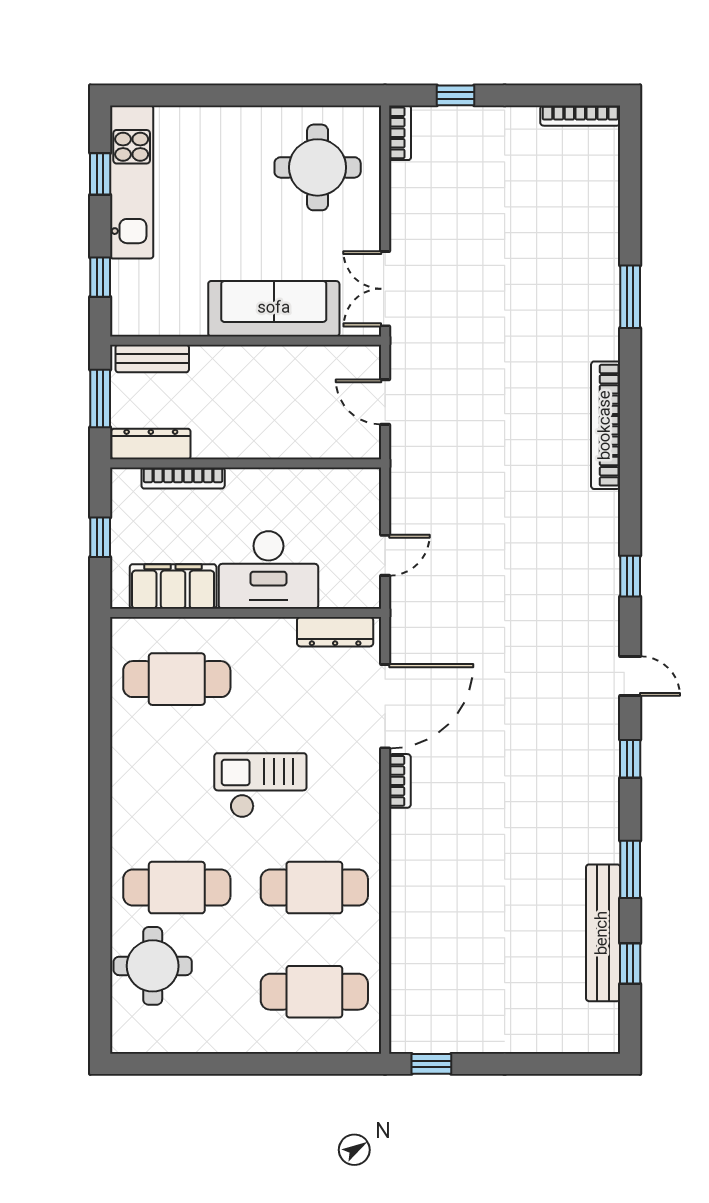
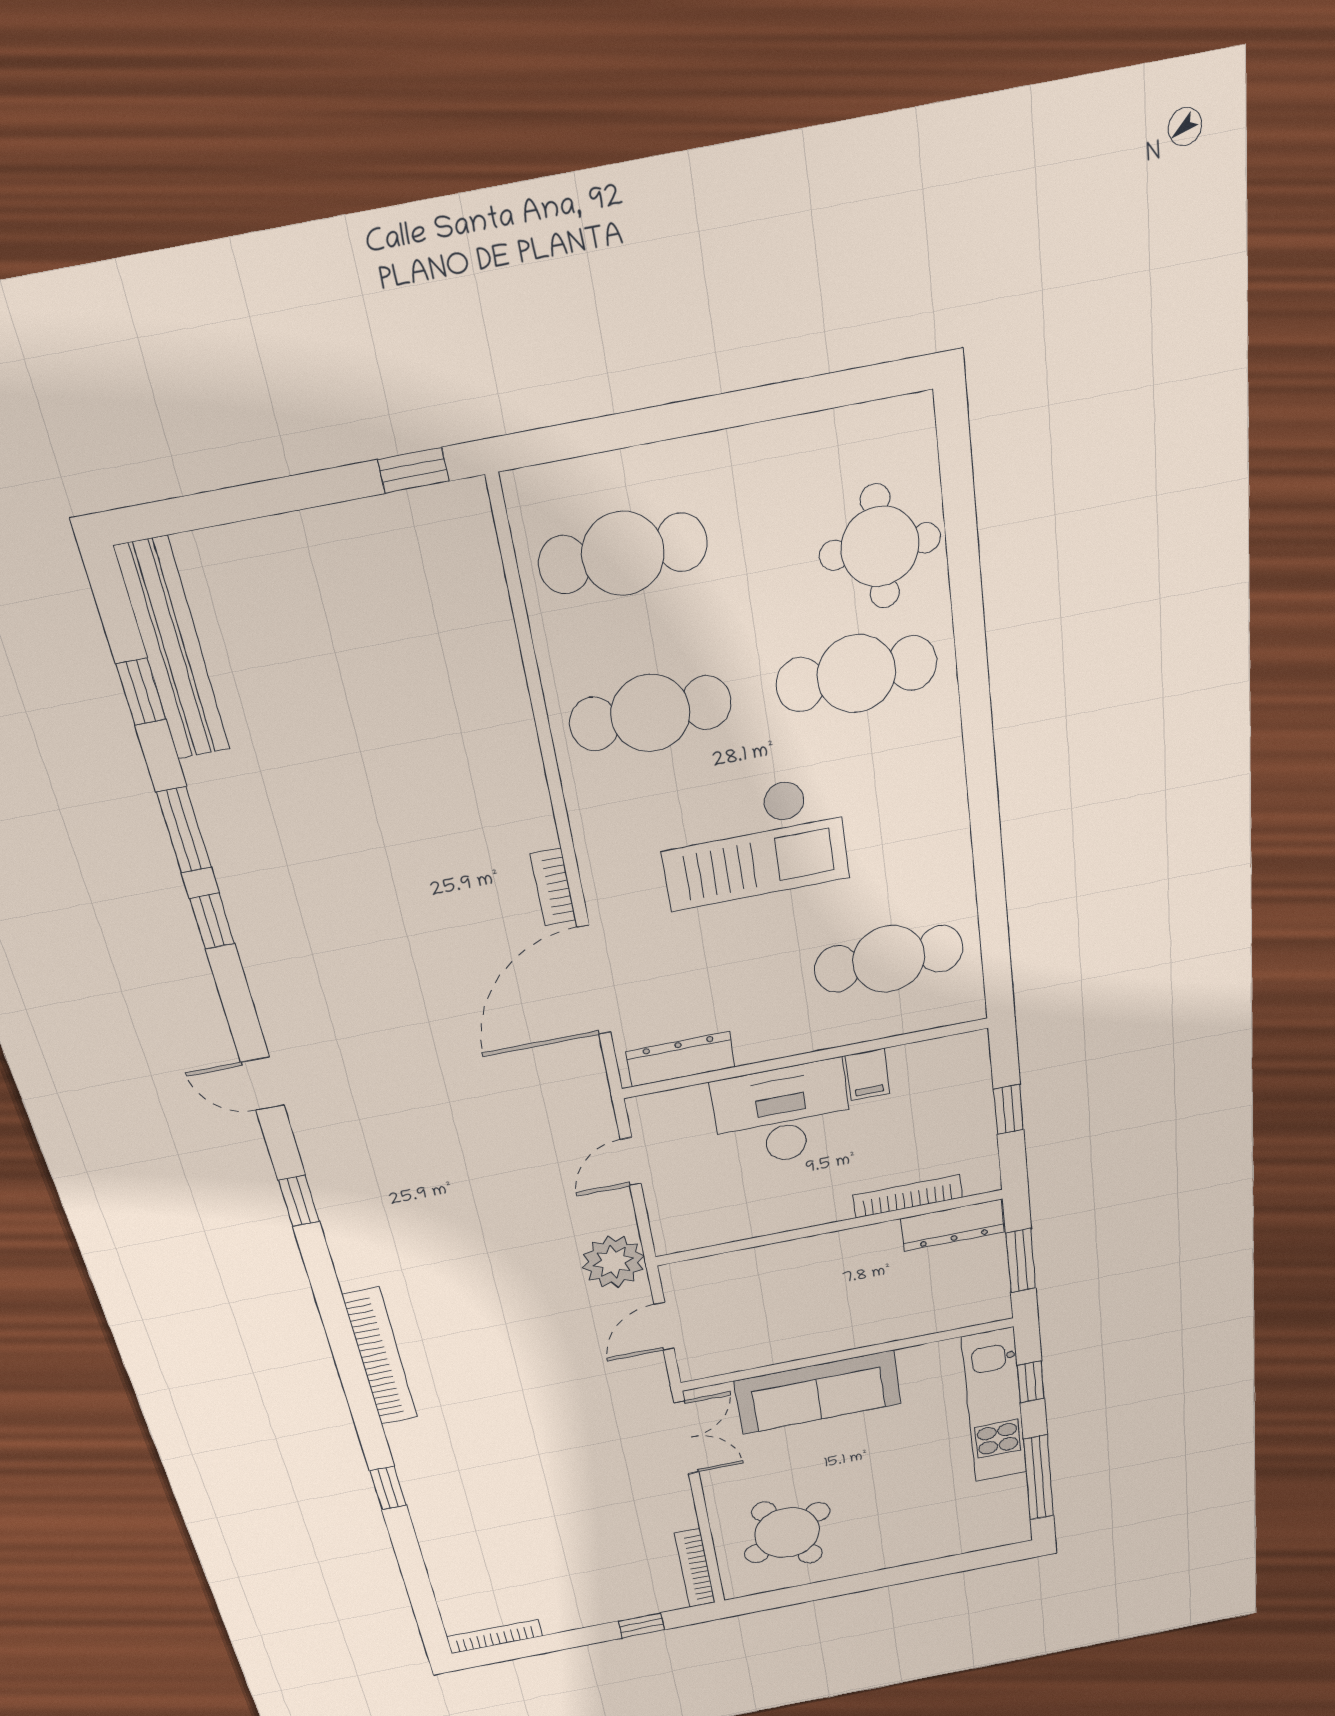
bookcase: (400, 133) -> (695, 1568), width x1.56
round table: (318, 167) -> (787, 1533), turned -30
window: (100, 174) -> (1039, 1478), width x2.17
kitchen unit: (132, 182) -> (995, 1406), moved
window: (630, 297) -> (388, 1488), width x0.67
bench: (152, 358) -> (960, 1314), removed
door: (385, 402) -> (664, 1326), swing flipped
plant: (413, 471) -> (613, 1262), added
filing cabinet: (173, 586) -> (868, 1075), width x0.33, depth x0.86
window: (630, 759) -> (212, 921), moved
checkout: (260, 785) -> (753, 842), width x1.36, depth x1.21
bench: (603, 933) -> (173, 650), moved

